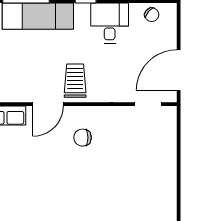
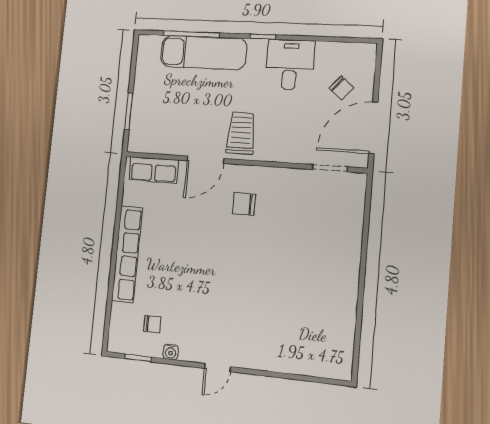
chair: (152, 15) -> (341, 88), moved

